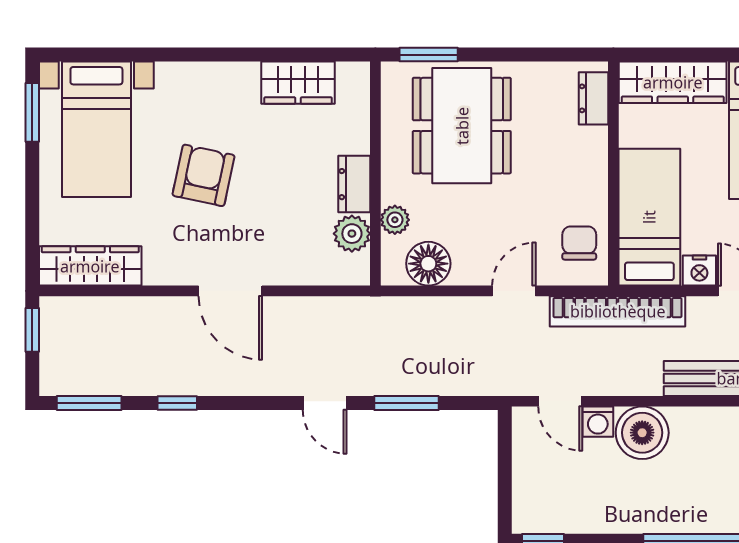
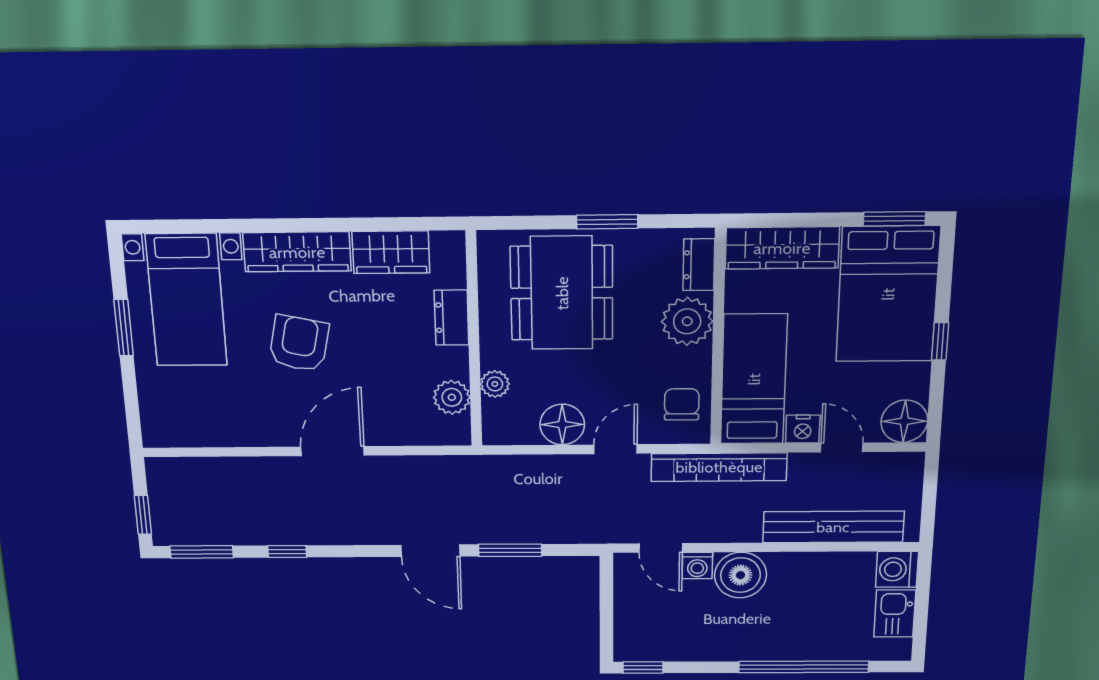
window: (429, 55) -> (607, 222), moved
window: (32, 112) -> (124, 328), moved
plant: (583, 156) -> (687, 321), added
dresser: (354, 184) -> (451, 318), moved
floor lamp: (428, 264) -> (562, 424), moved
wardrobe: (90, 266) -> (297, 252), moved, turned 180
door: (230, 291) -> (333, 451), swing flipped
window: (32, 330) -> (143, 515), moved
door: (325, 403) -> (430, 551), width x1.38

